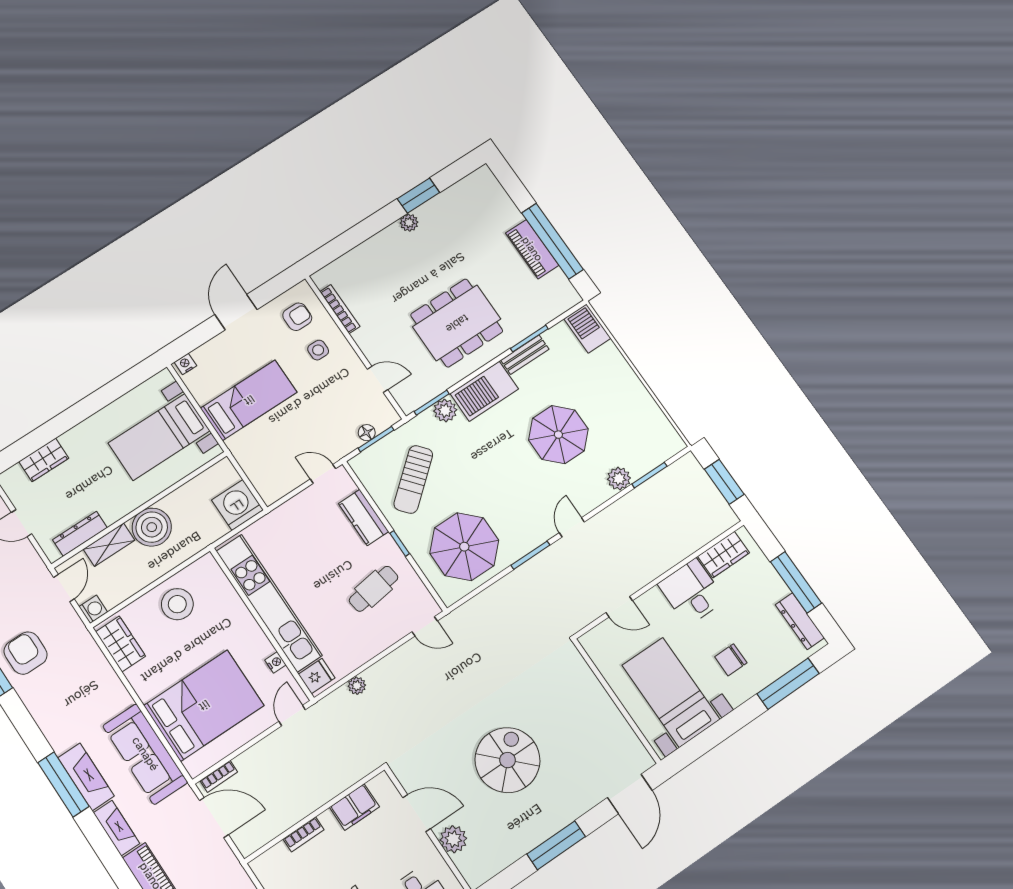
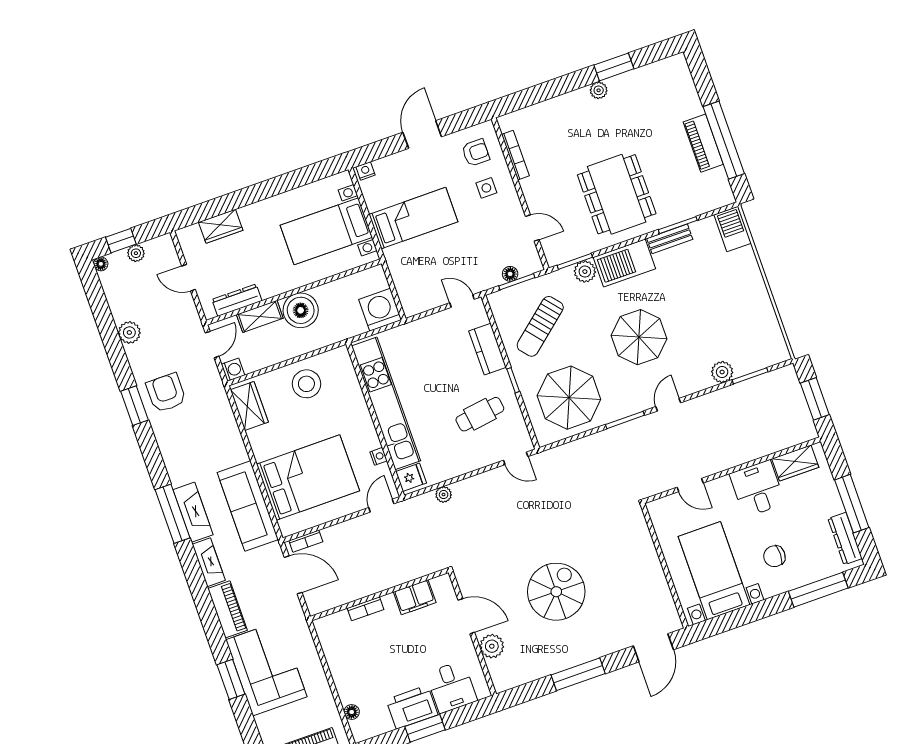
dining table: (457, 323) -> (617, 194), turned 90
parasol: (558, 435) -> (639, 337), moved

